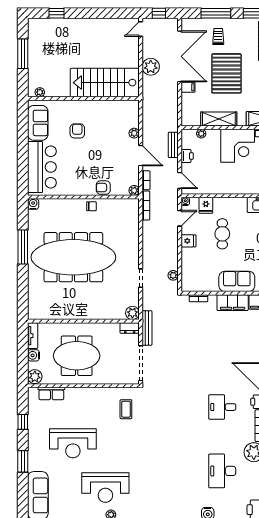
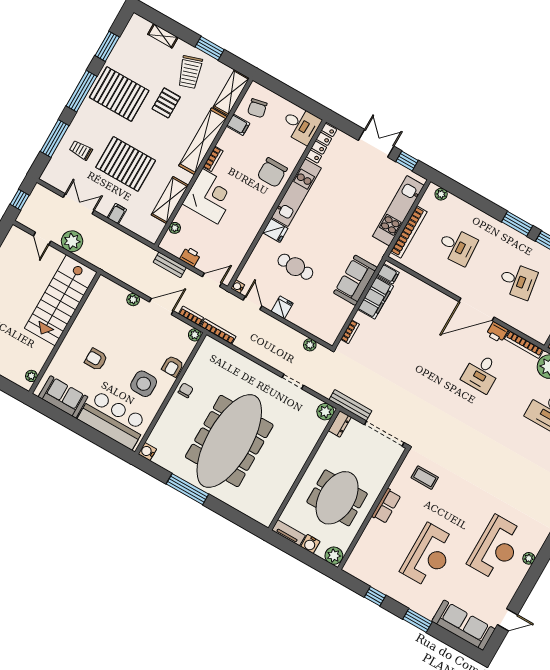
door: (141, 29) -> (42, 238), moved
double door: (180, 56) -> (79, 204), width x0.54
side table: (79, 174) -> (144, 384), added
fridge: (206, 205) -> (275, 231), moved
row of seats: (51, 394) -> (386, 506), moved

